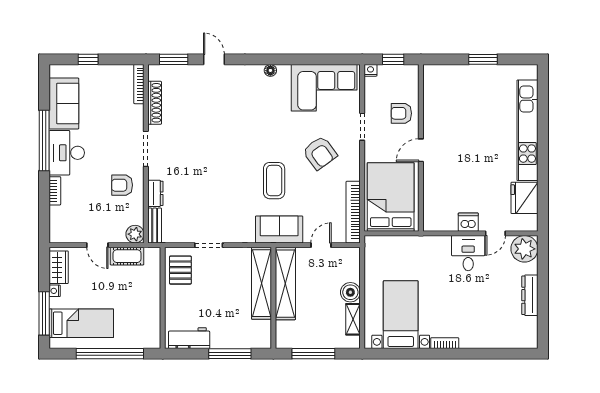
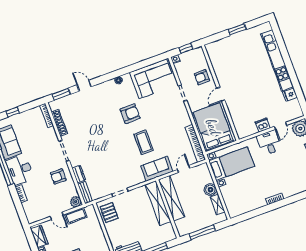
armchair: (320, 153) -> (130, 114), moved, turned -54
fridge: (525, 198) -> (290, 95), width x0.53, depth x0.75
bed with nightstands: (401, 315) -> (232, 164), moved, turned 90

